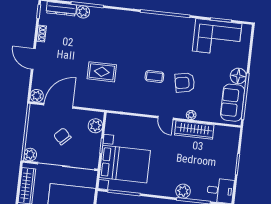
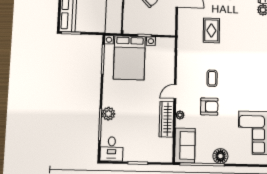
armchair: (185, 83) -> (209, 107), turned 101
sofa: (233, 103) -> (185, 145), moved, turned 90
plant: (95, 126) -> (162, 29), removed

